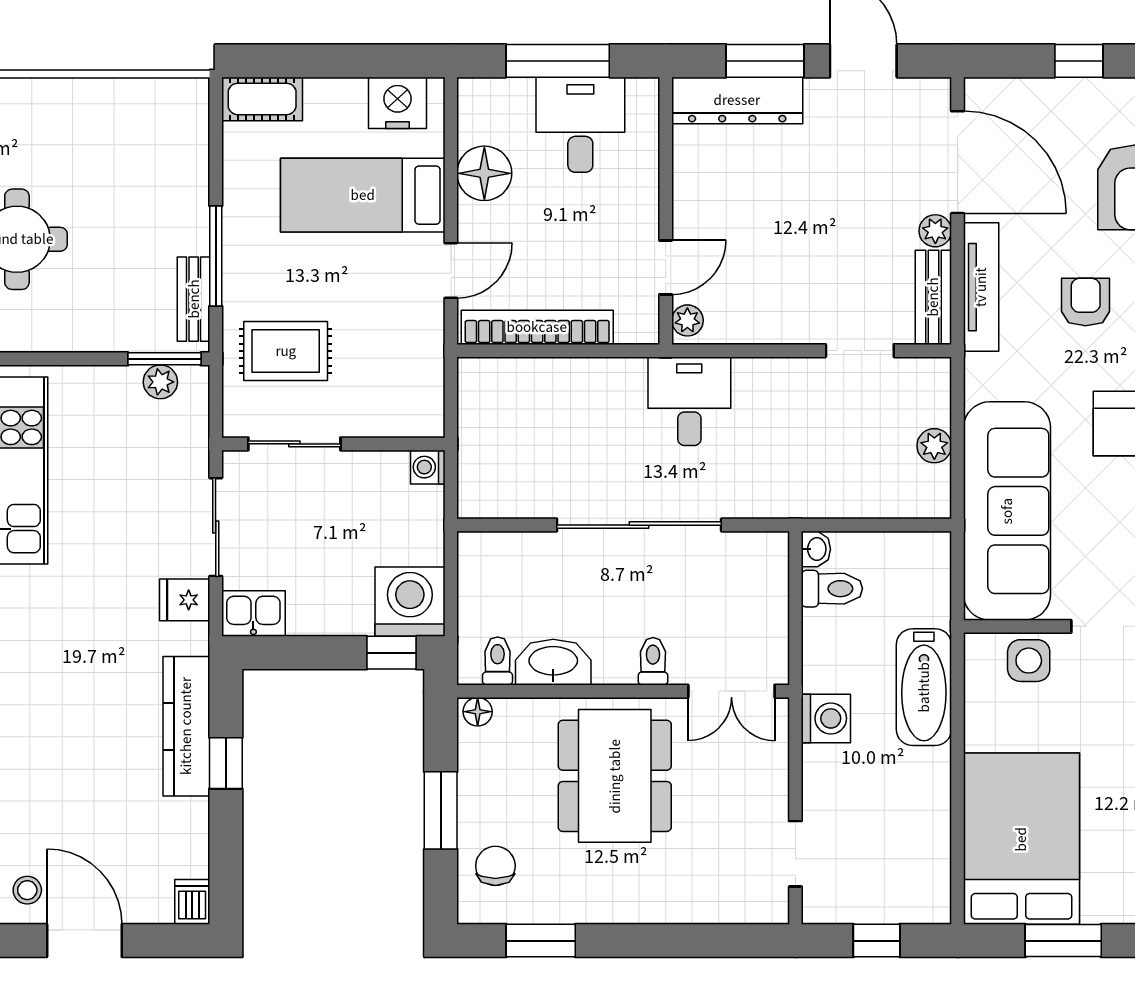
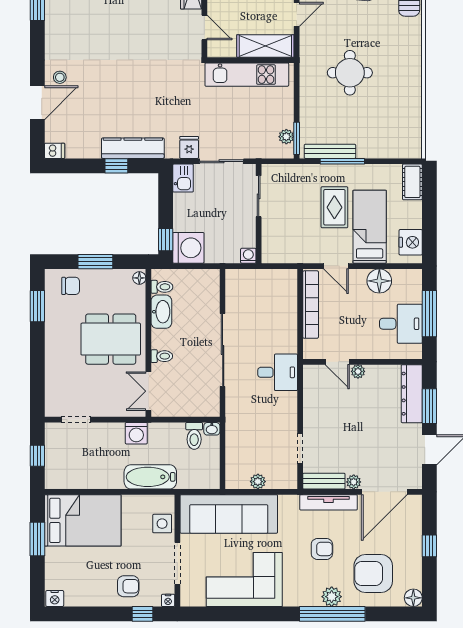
bench: (194, 299) -> (330, 151), width x1.36
plant: (687, 320) -> (358, 371), moved
rug: (286, 351) -> (334, 207), moved

